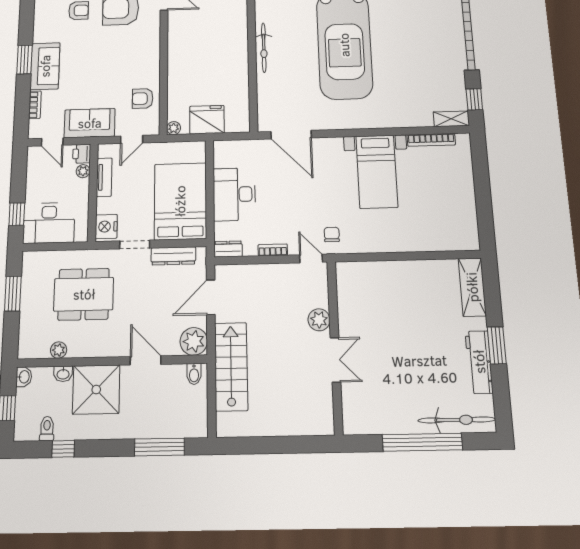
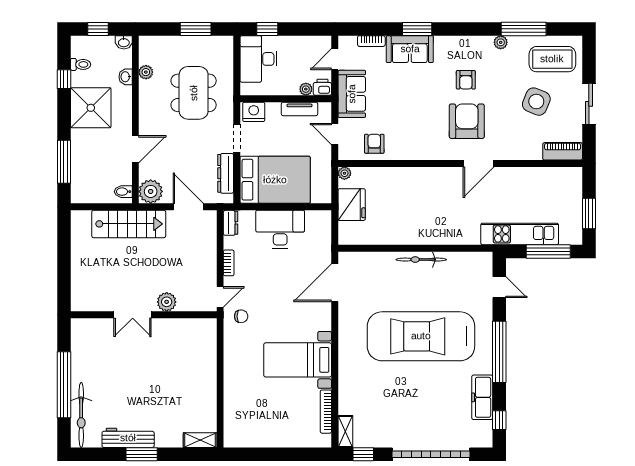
shelving: (472, 287) -> (200, 440), width x0.67, depth x0.75
shower: (96, 390) -> (91, 108), moved

